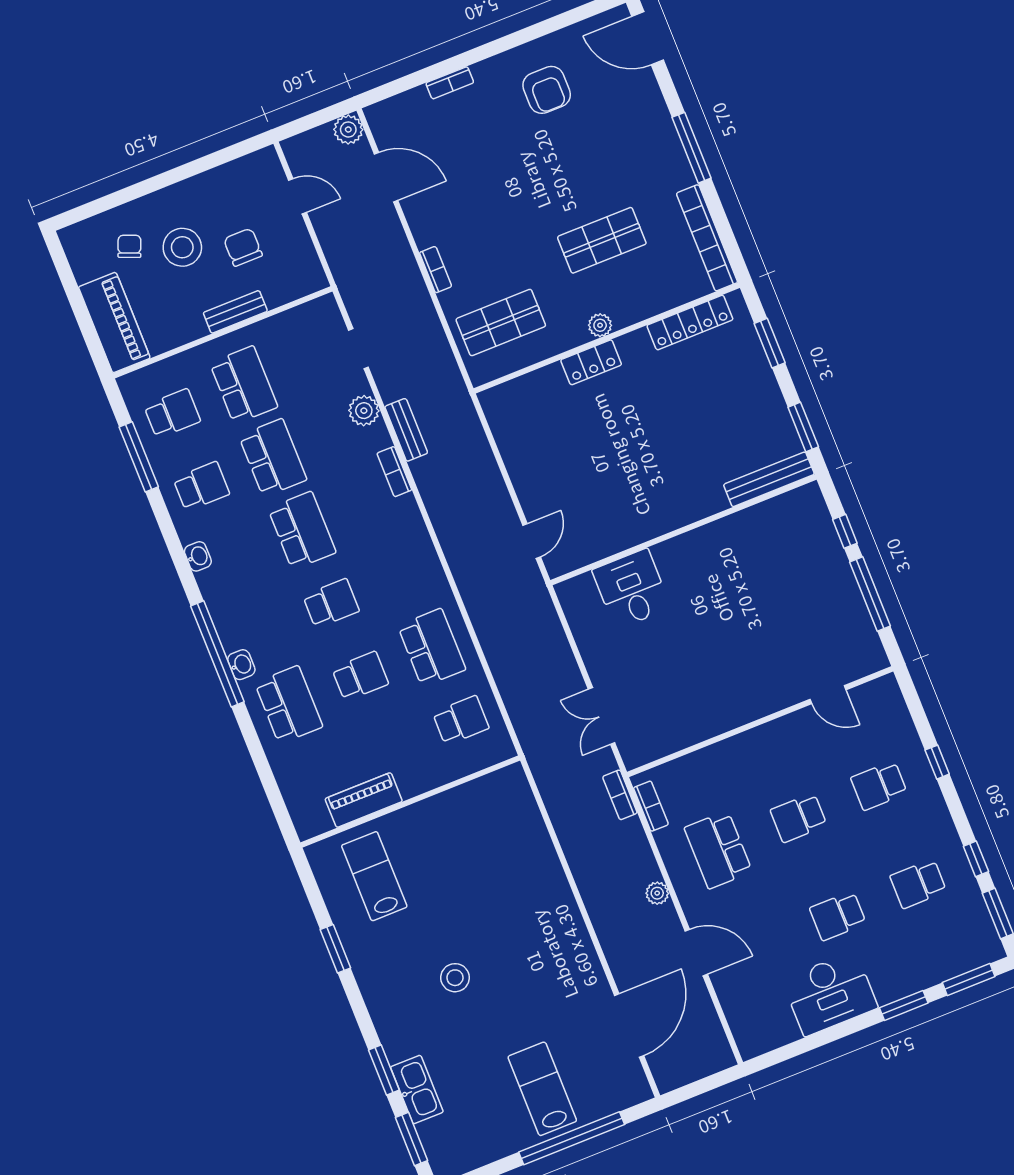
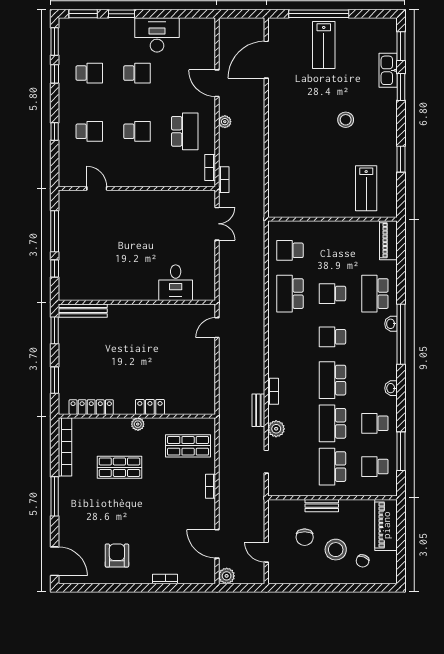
piano: (364, 800) -> (388, 240), moved, turned 90

